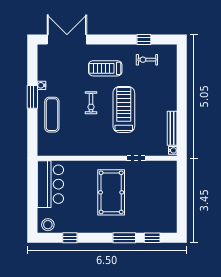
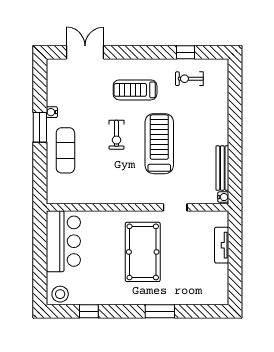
double door: (67, 39) -> (85, 52), width x0.73
tv unit: (172, 187) -> (222, 245), added
window: (152, 238) -> (196, 311), removed

